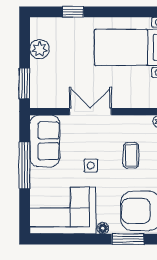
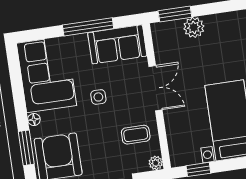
plant: (40, 49) -> (194, 27), moved
coffee table: (131, 155) -> (136, 135), moved

